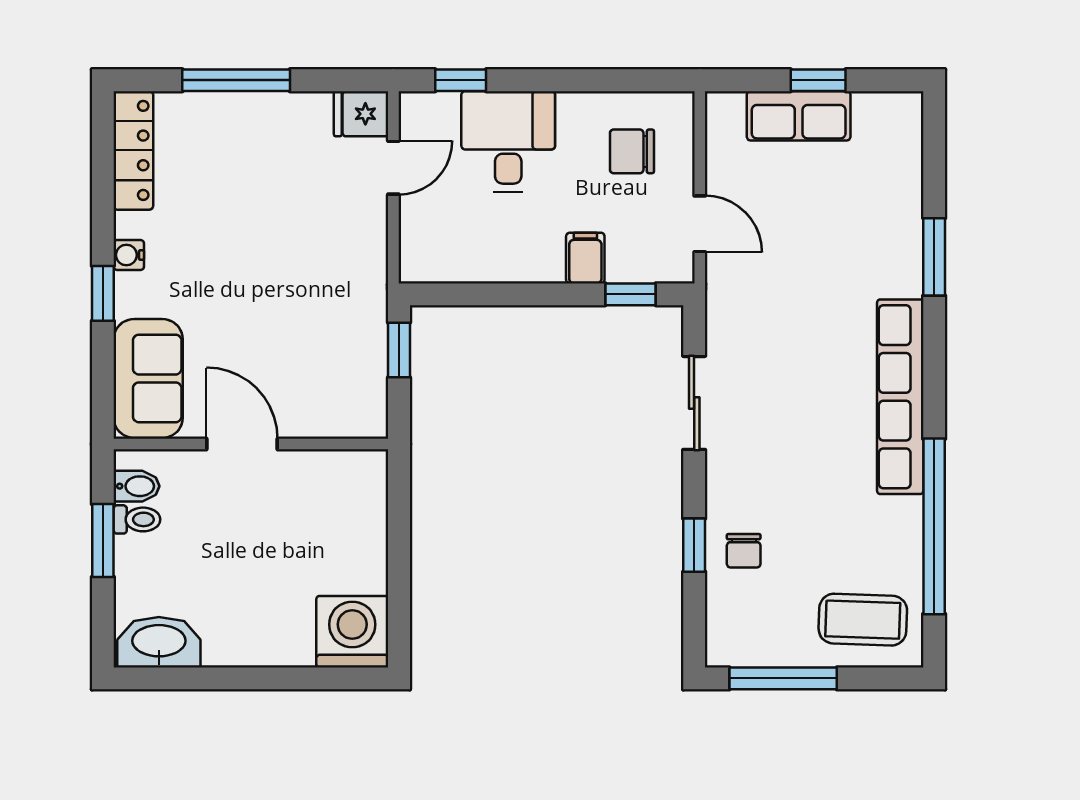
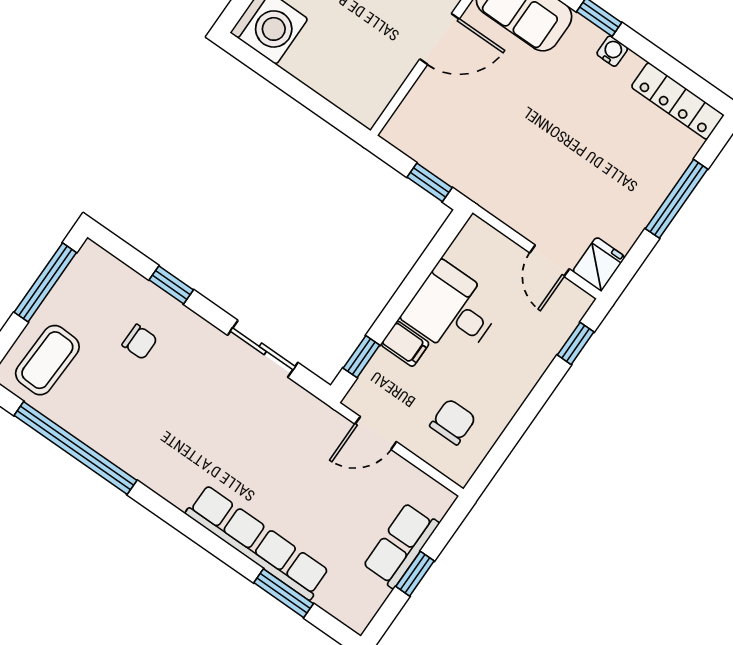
desk: (508, 141) -> (452, 310), moved, turned 180
window: (934, 257) -> (284, 593), moved
row of seats: (900, 397) -> (257, 542), moved
chair: (744, 551) -> (140, 342), moved, turned 180

